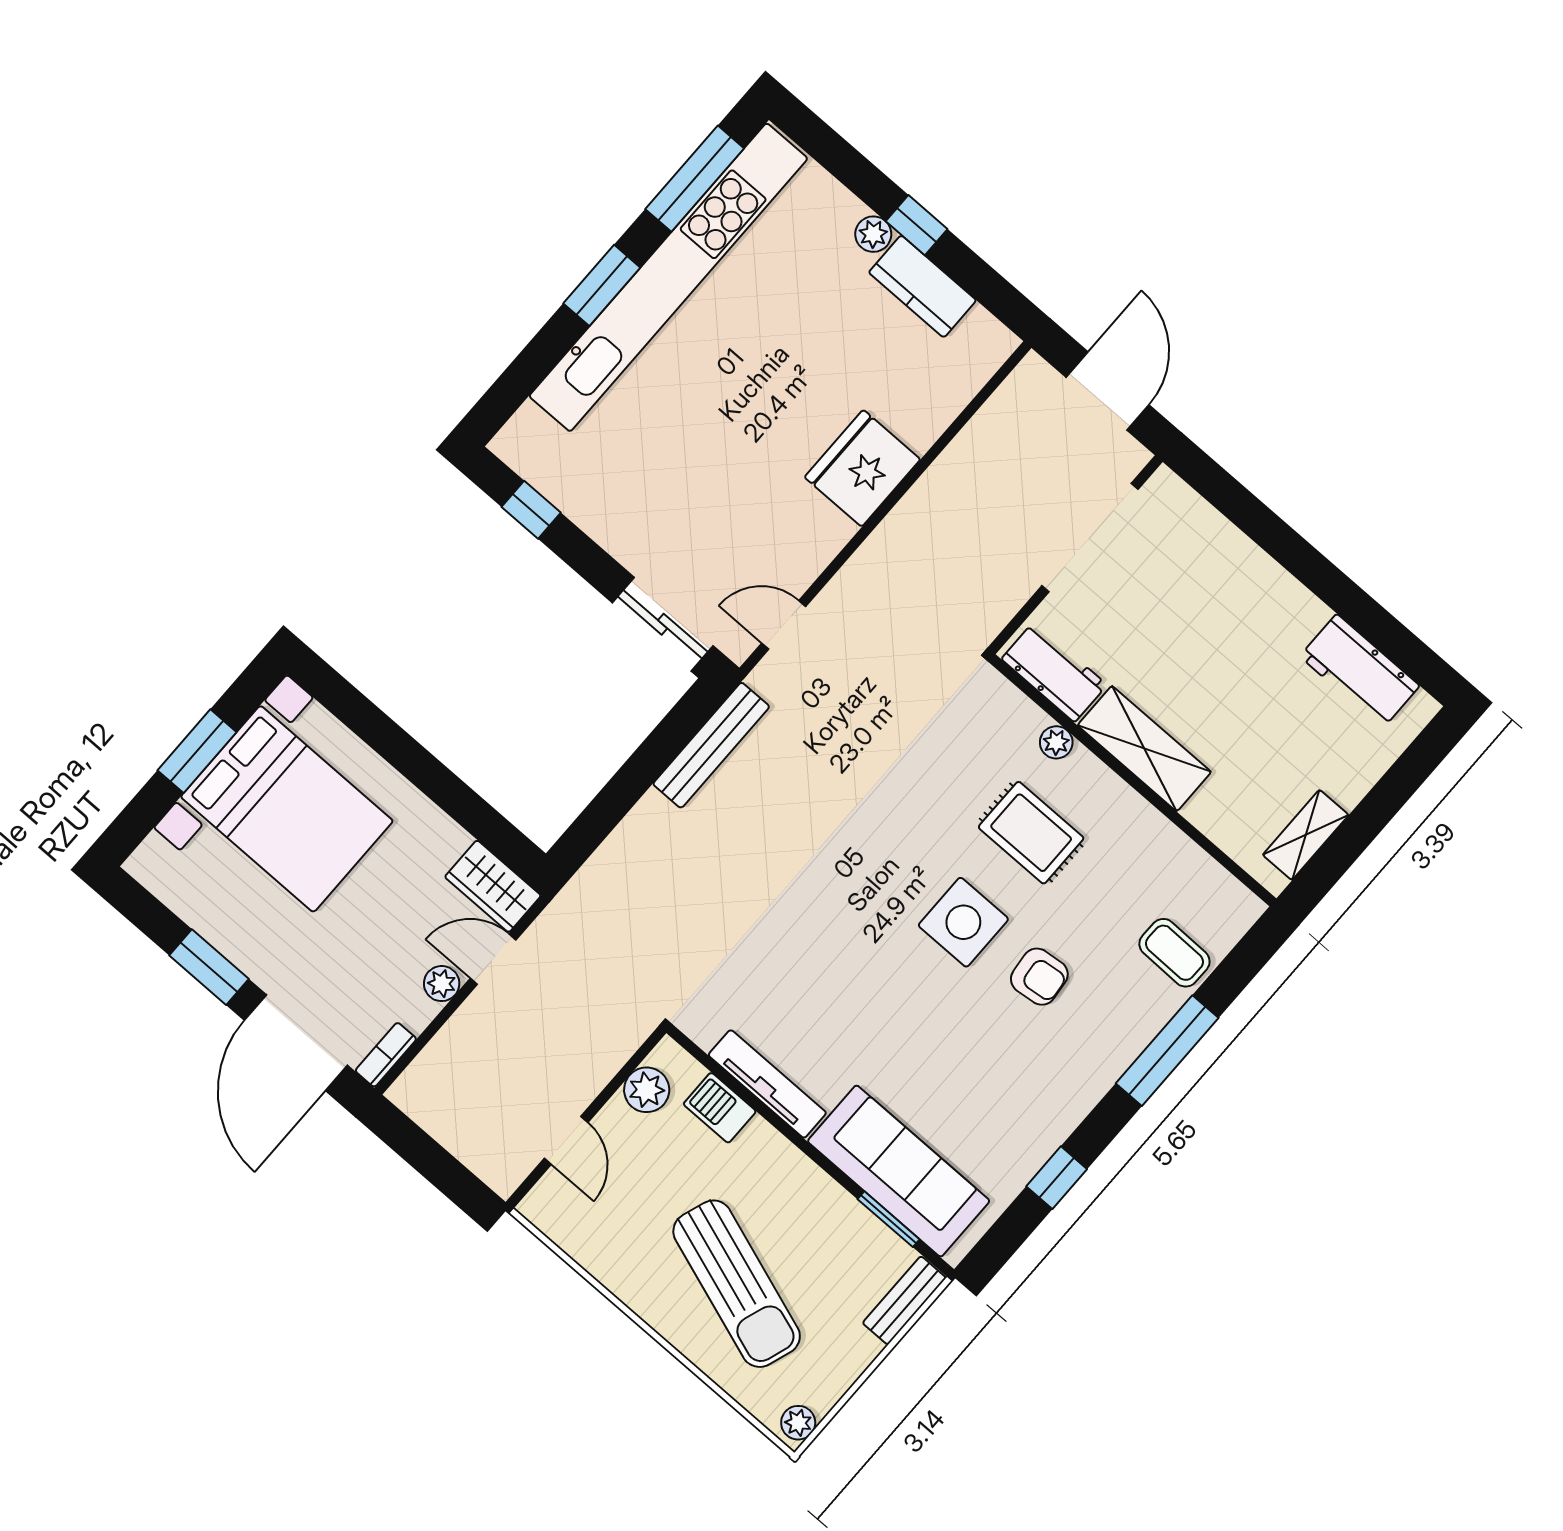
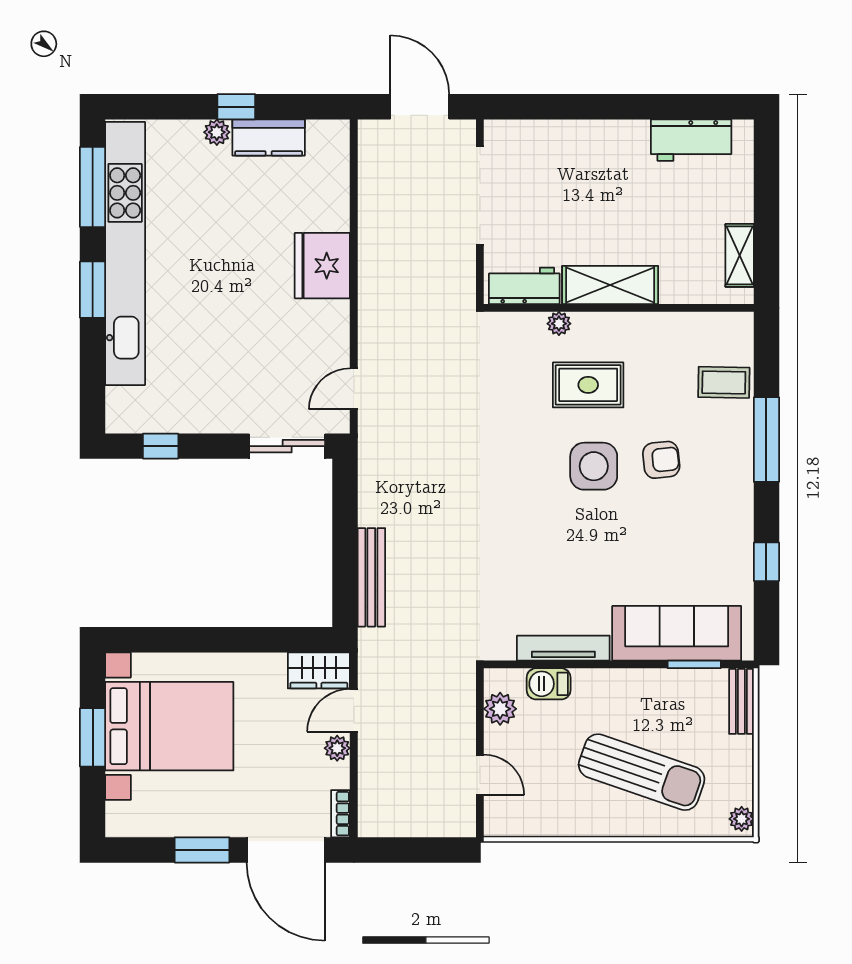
bench: (711, 745) -> (371, 577), moved

